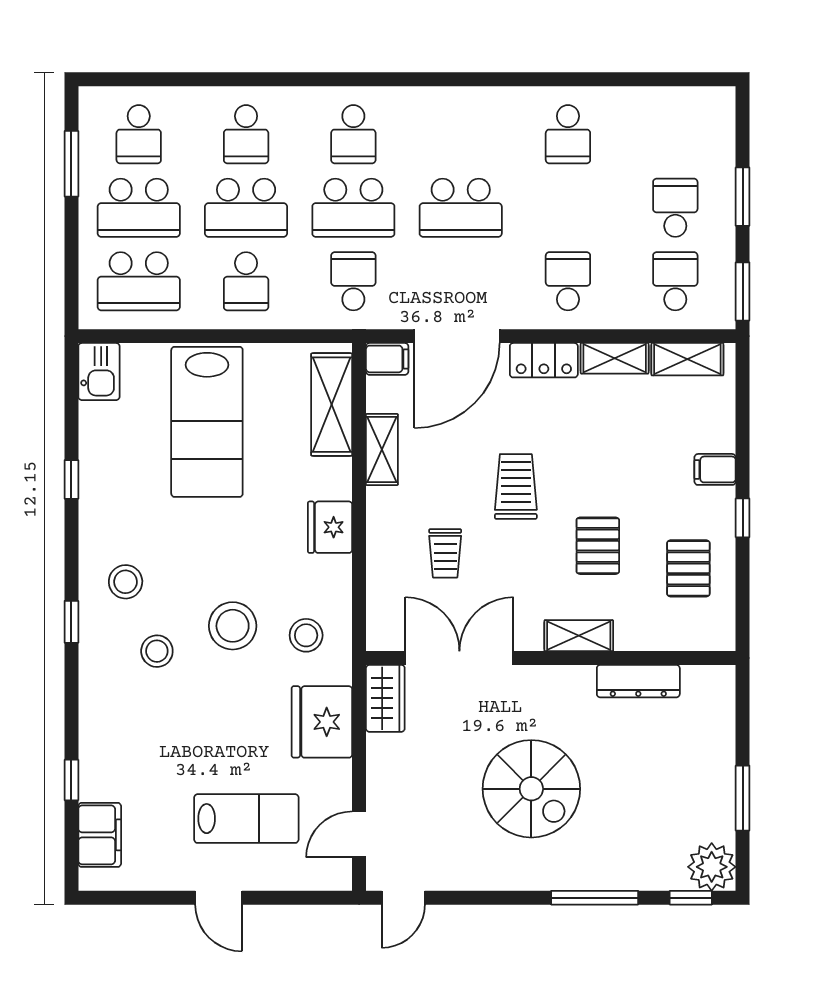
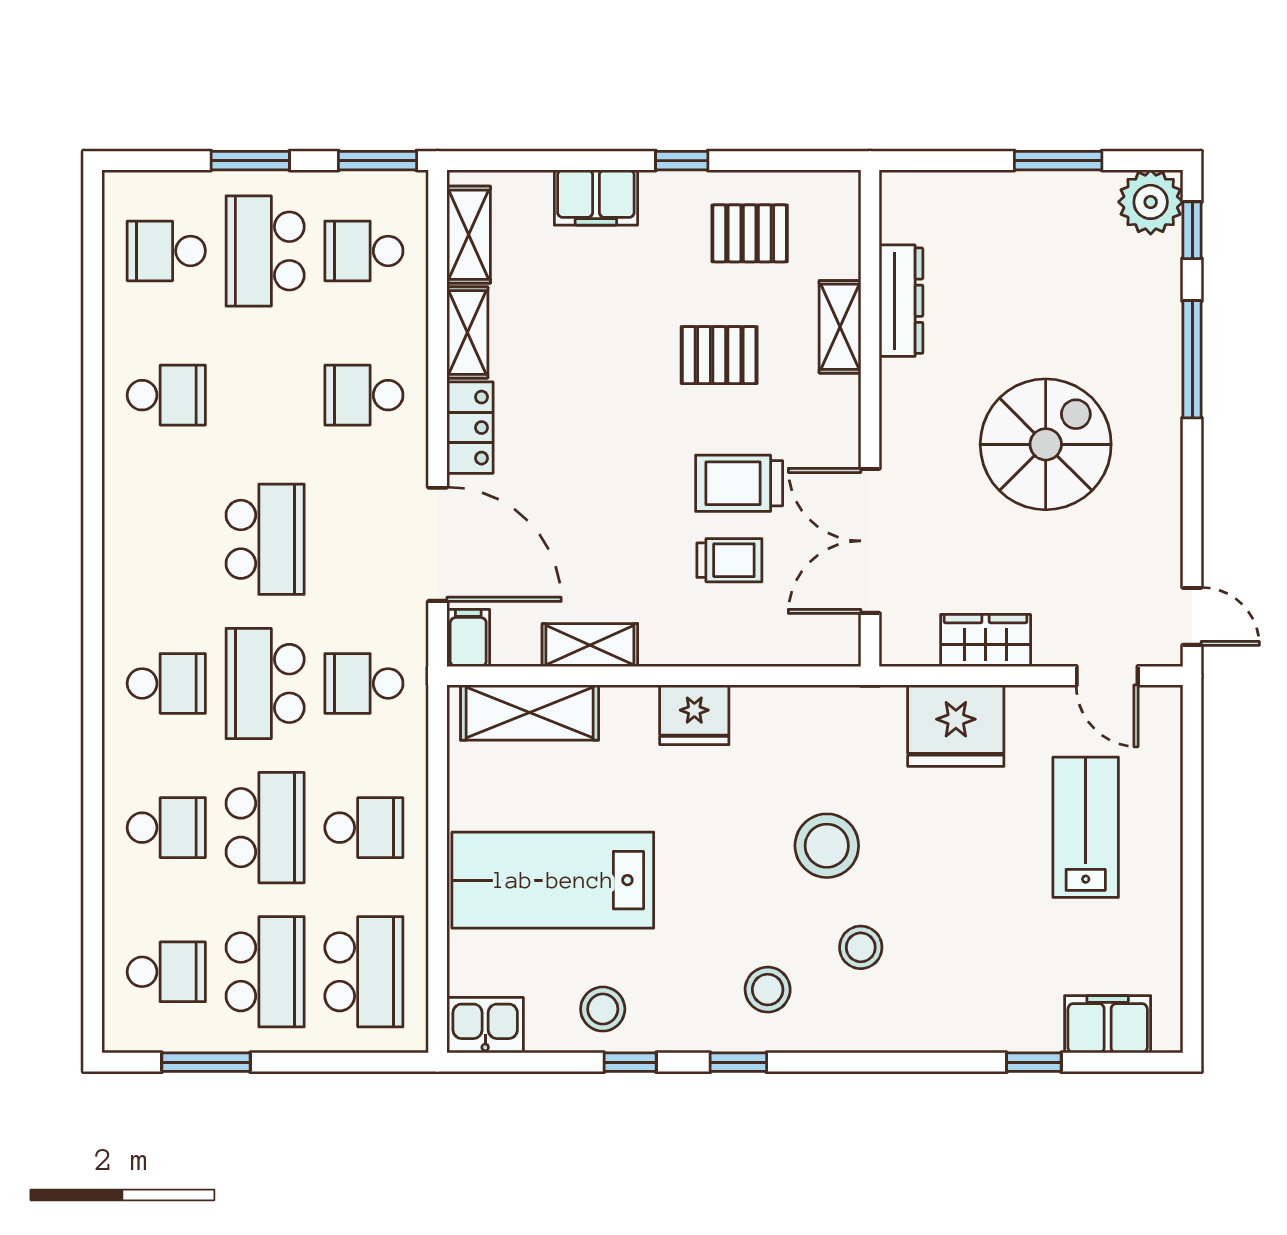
school desk: (675, 134) -> (166, 251), added
school desk: (353, 208) -> (265, 683), turned 180
school desk: (675, 208) -> (265, 251), width x1.85
lab bench: (207, 422) -> (553, 880), turned 180
filing cabinet: (715, 469) -> (596, 197), width x2.00
trolley: (516, 487) -> (739, 483), moved
window: (71, 622) -> (738, 1062), moved
stool: (306, 635) -> (603, 1009), moved
shelving: (579, 636) -> (840, 327), moved
wardrobe: (385, 698) -> (986, 640), moved
door: (219, 898) -> (1192, 864), removed

